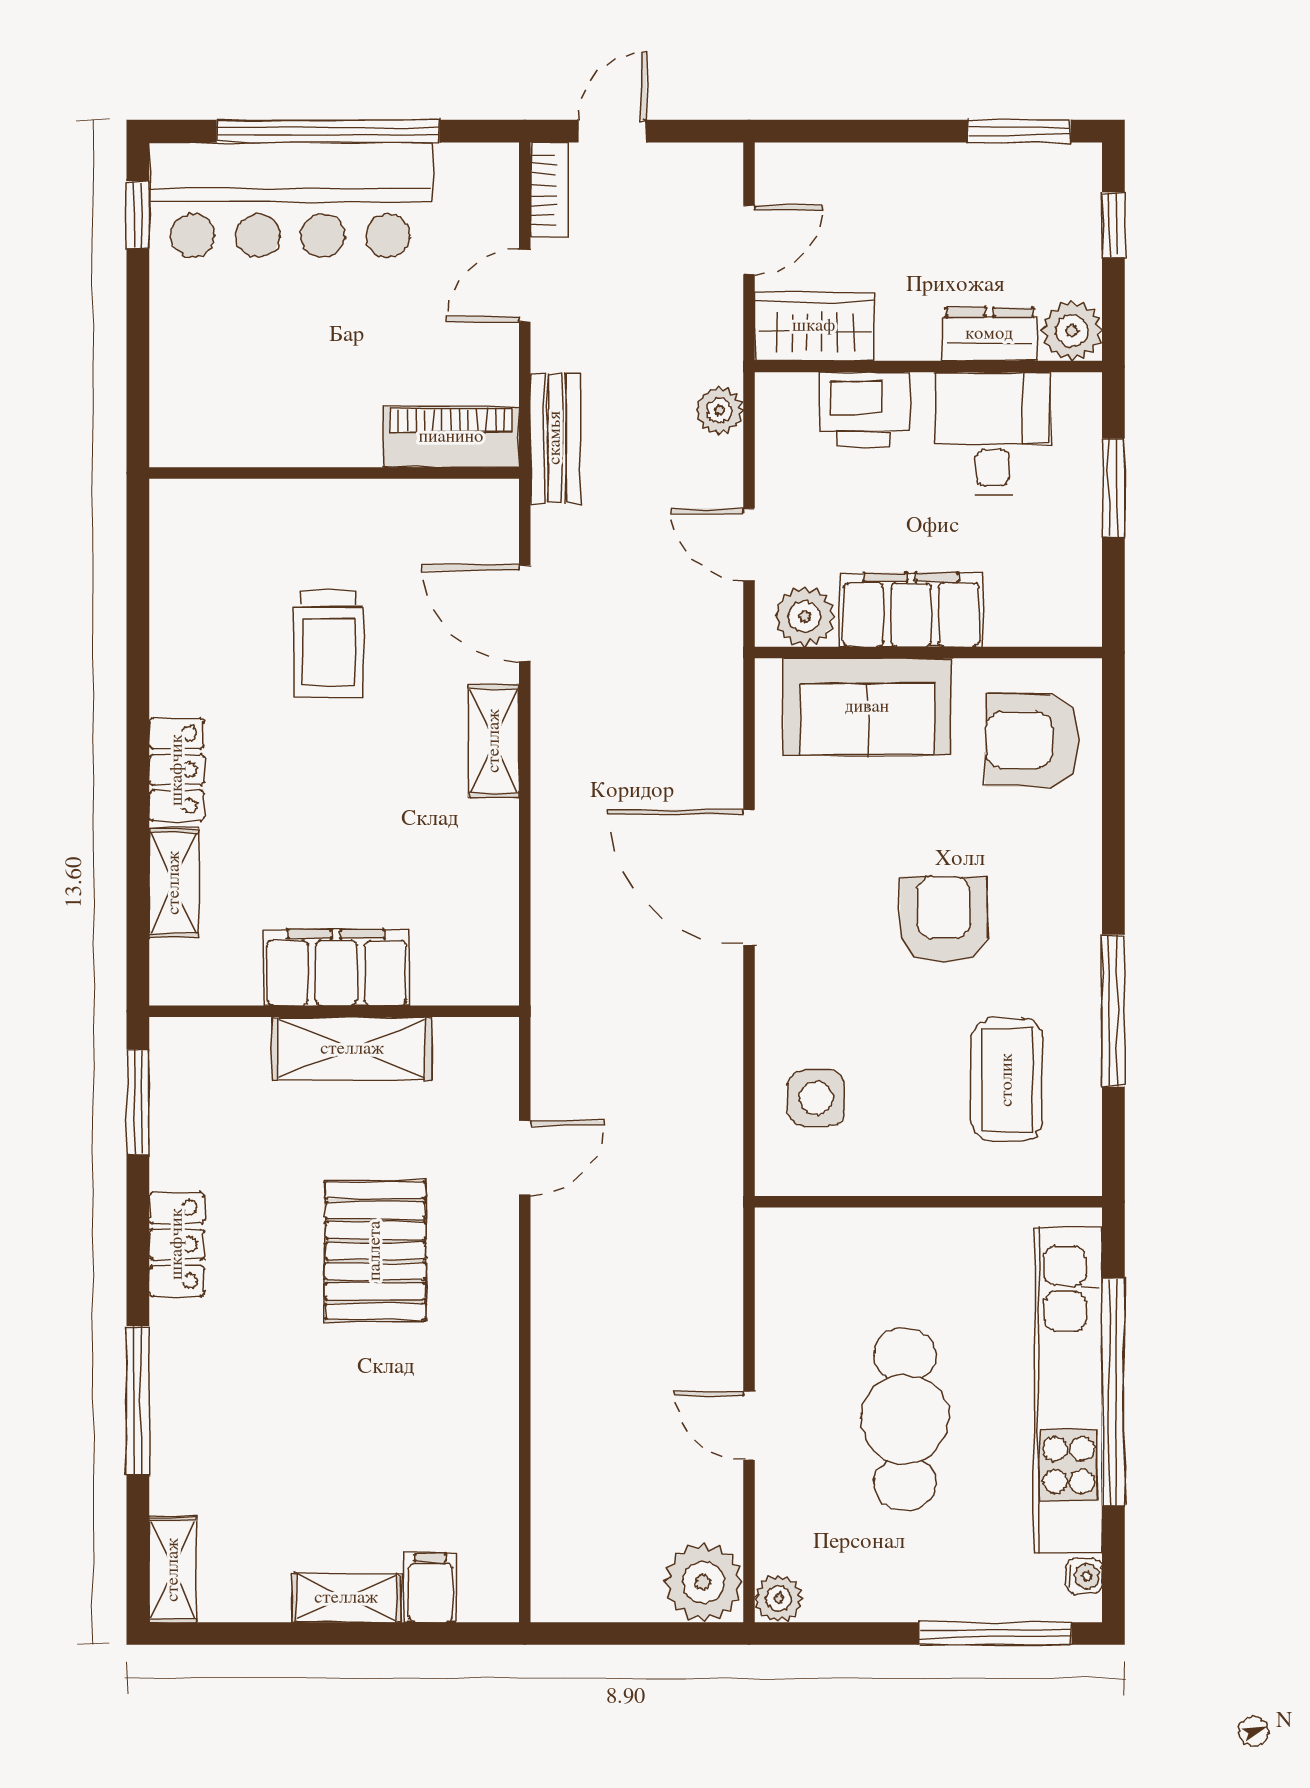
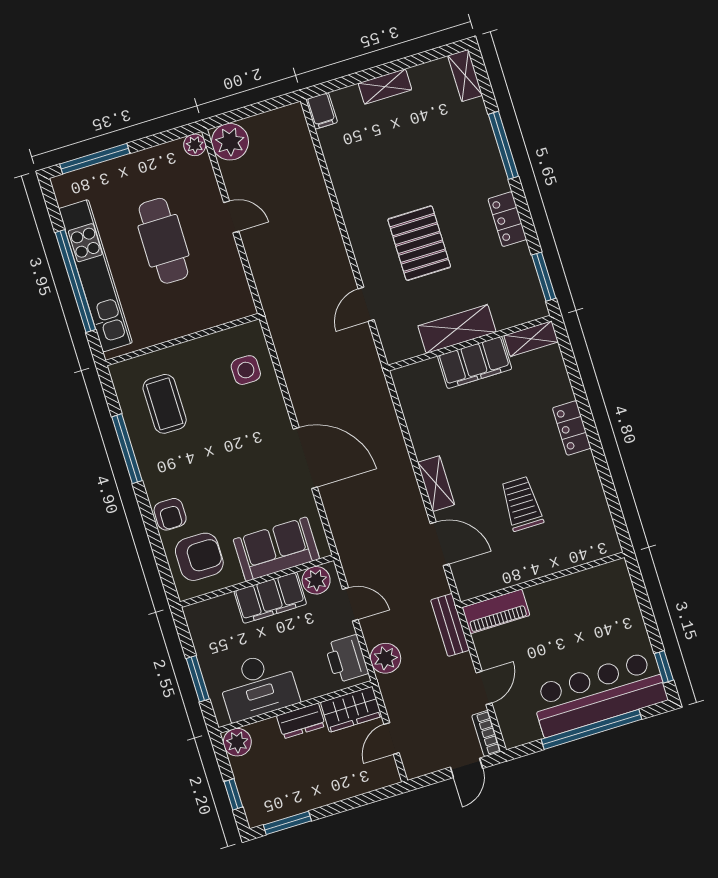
dresser: (989, 334) -> (301, 721), moved
printer: (864, 409) -> (347, 659), moved, turned -90
plant: (719, 410) -> (385, 658), width x1.38, depth x1.38
desk: (993, 434) -> (258, 686), width x1.37
shelving: (174, 883) -> (531, 339), moved, turned 90
armchair: (944, 920) -> (170, 514), moved, width x0.72, depth x0.72
water cooler: (1084, 1576) -> (63, 196), removed
filing cabinet: (430, 1588) -> (322, 111), moved

